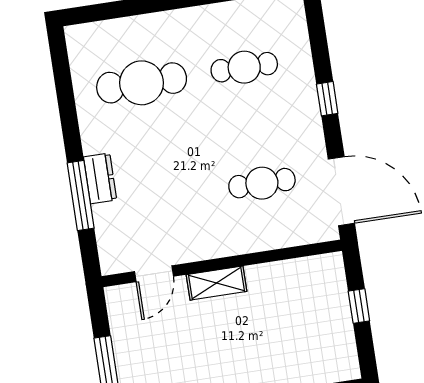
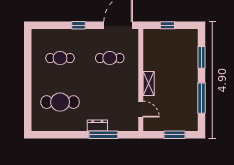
cafe table: (244, 67) -> (60, 58), turned 90
cafe table: (142, 83) -> (60, 102), turned 90
cafe table: (262, 183) -> (110, 58), turned 90

